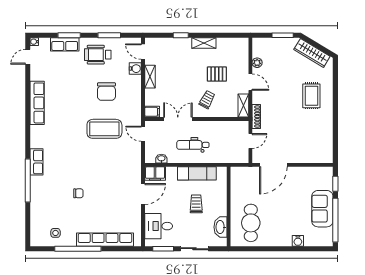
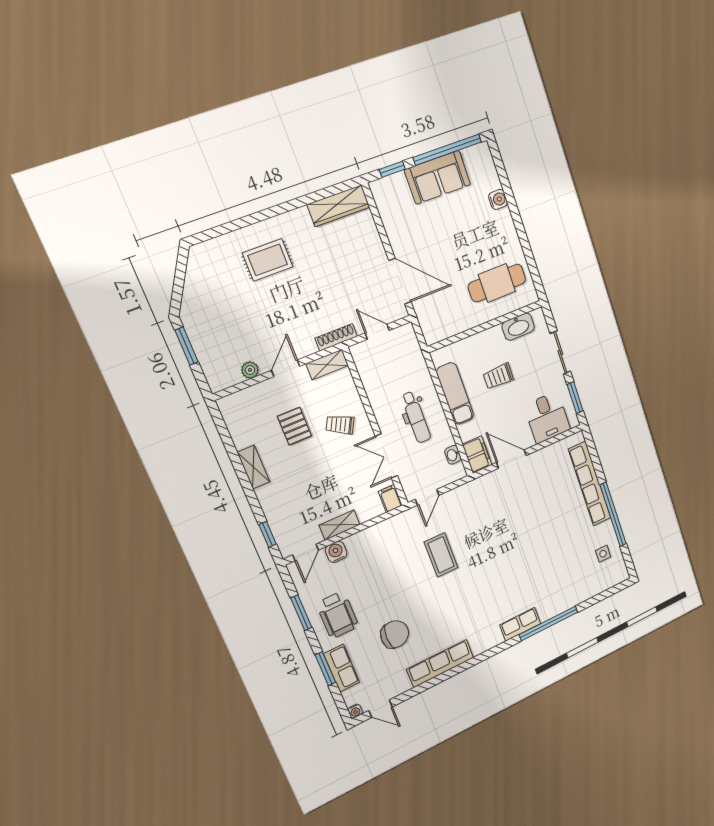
window: (181, 35) -> (268, 534), moved
wardrobe: (312, 53) -> (339, 206), moved, turned 59
chair: (106, 92) -> (395, 634), moved
coffee table: (104, 129) -> (441, 555), width x0.73, depth x0.76
chair: (78, 193) -> (542, 549), removed

